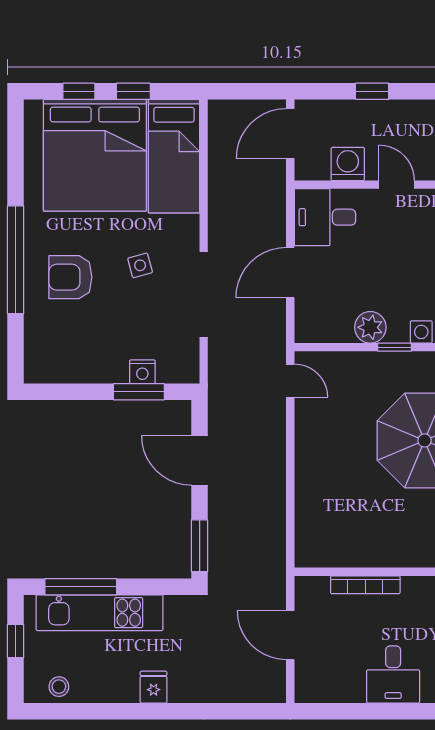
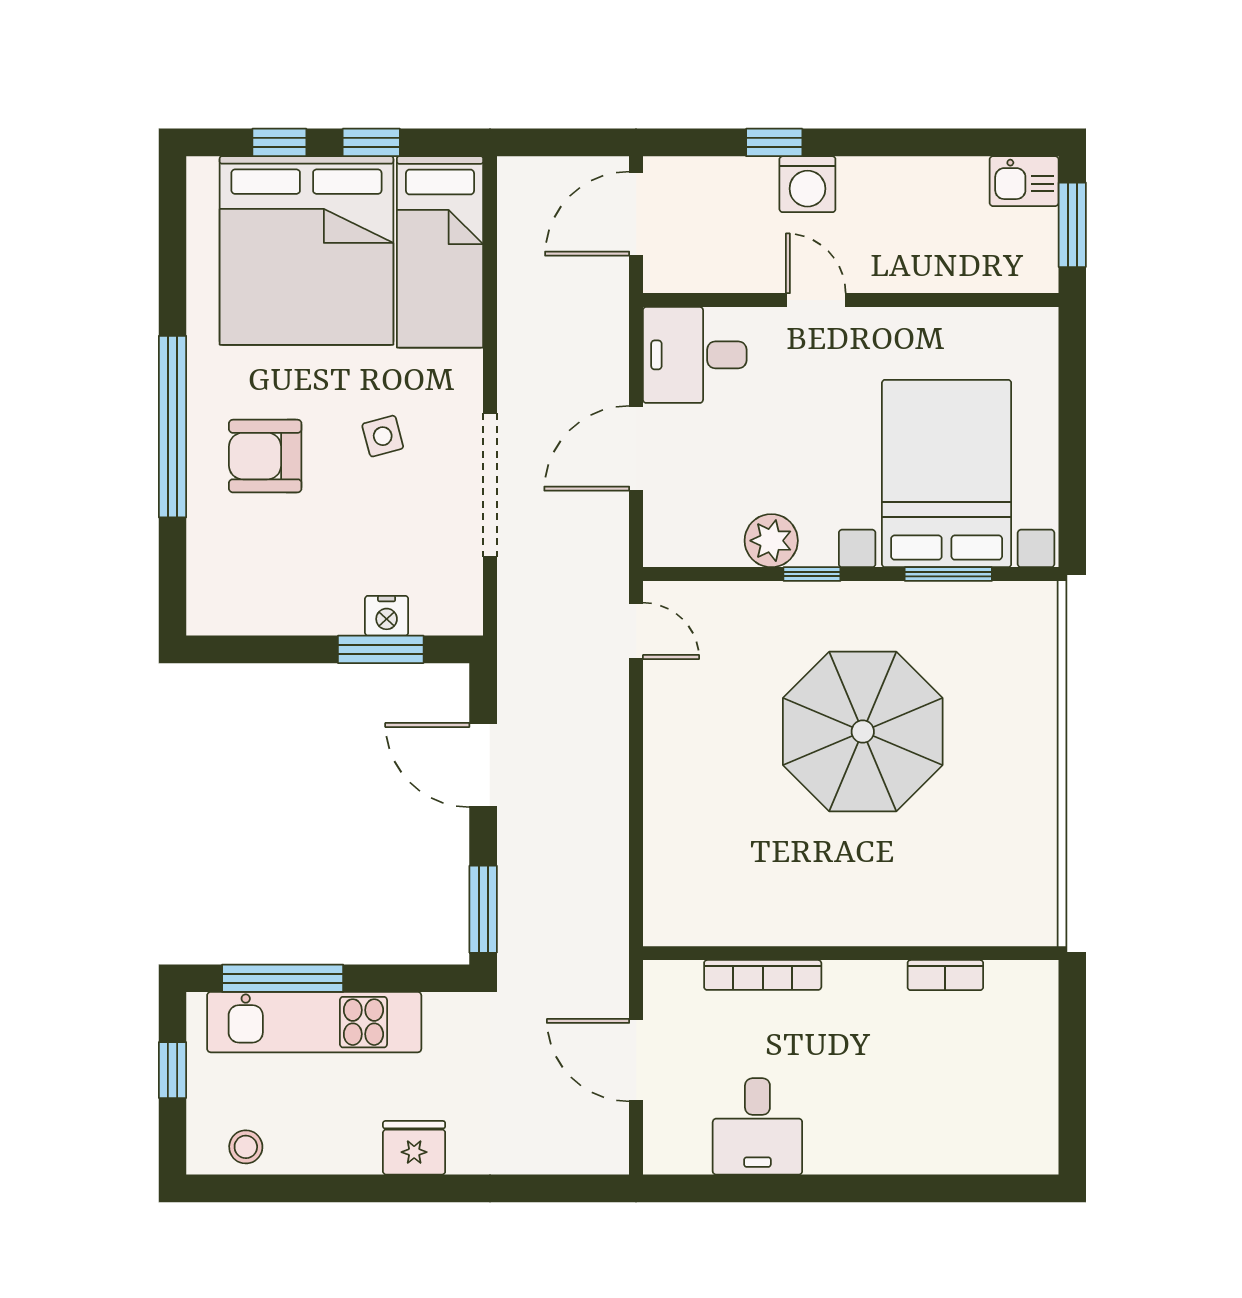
washing machine: (348, 164) -> (807, 184), moved, turned 180
desk: (393, 674) -> (757, 1126), moved
fridge: (154, 687) -> (414, 1148), width x1.38

